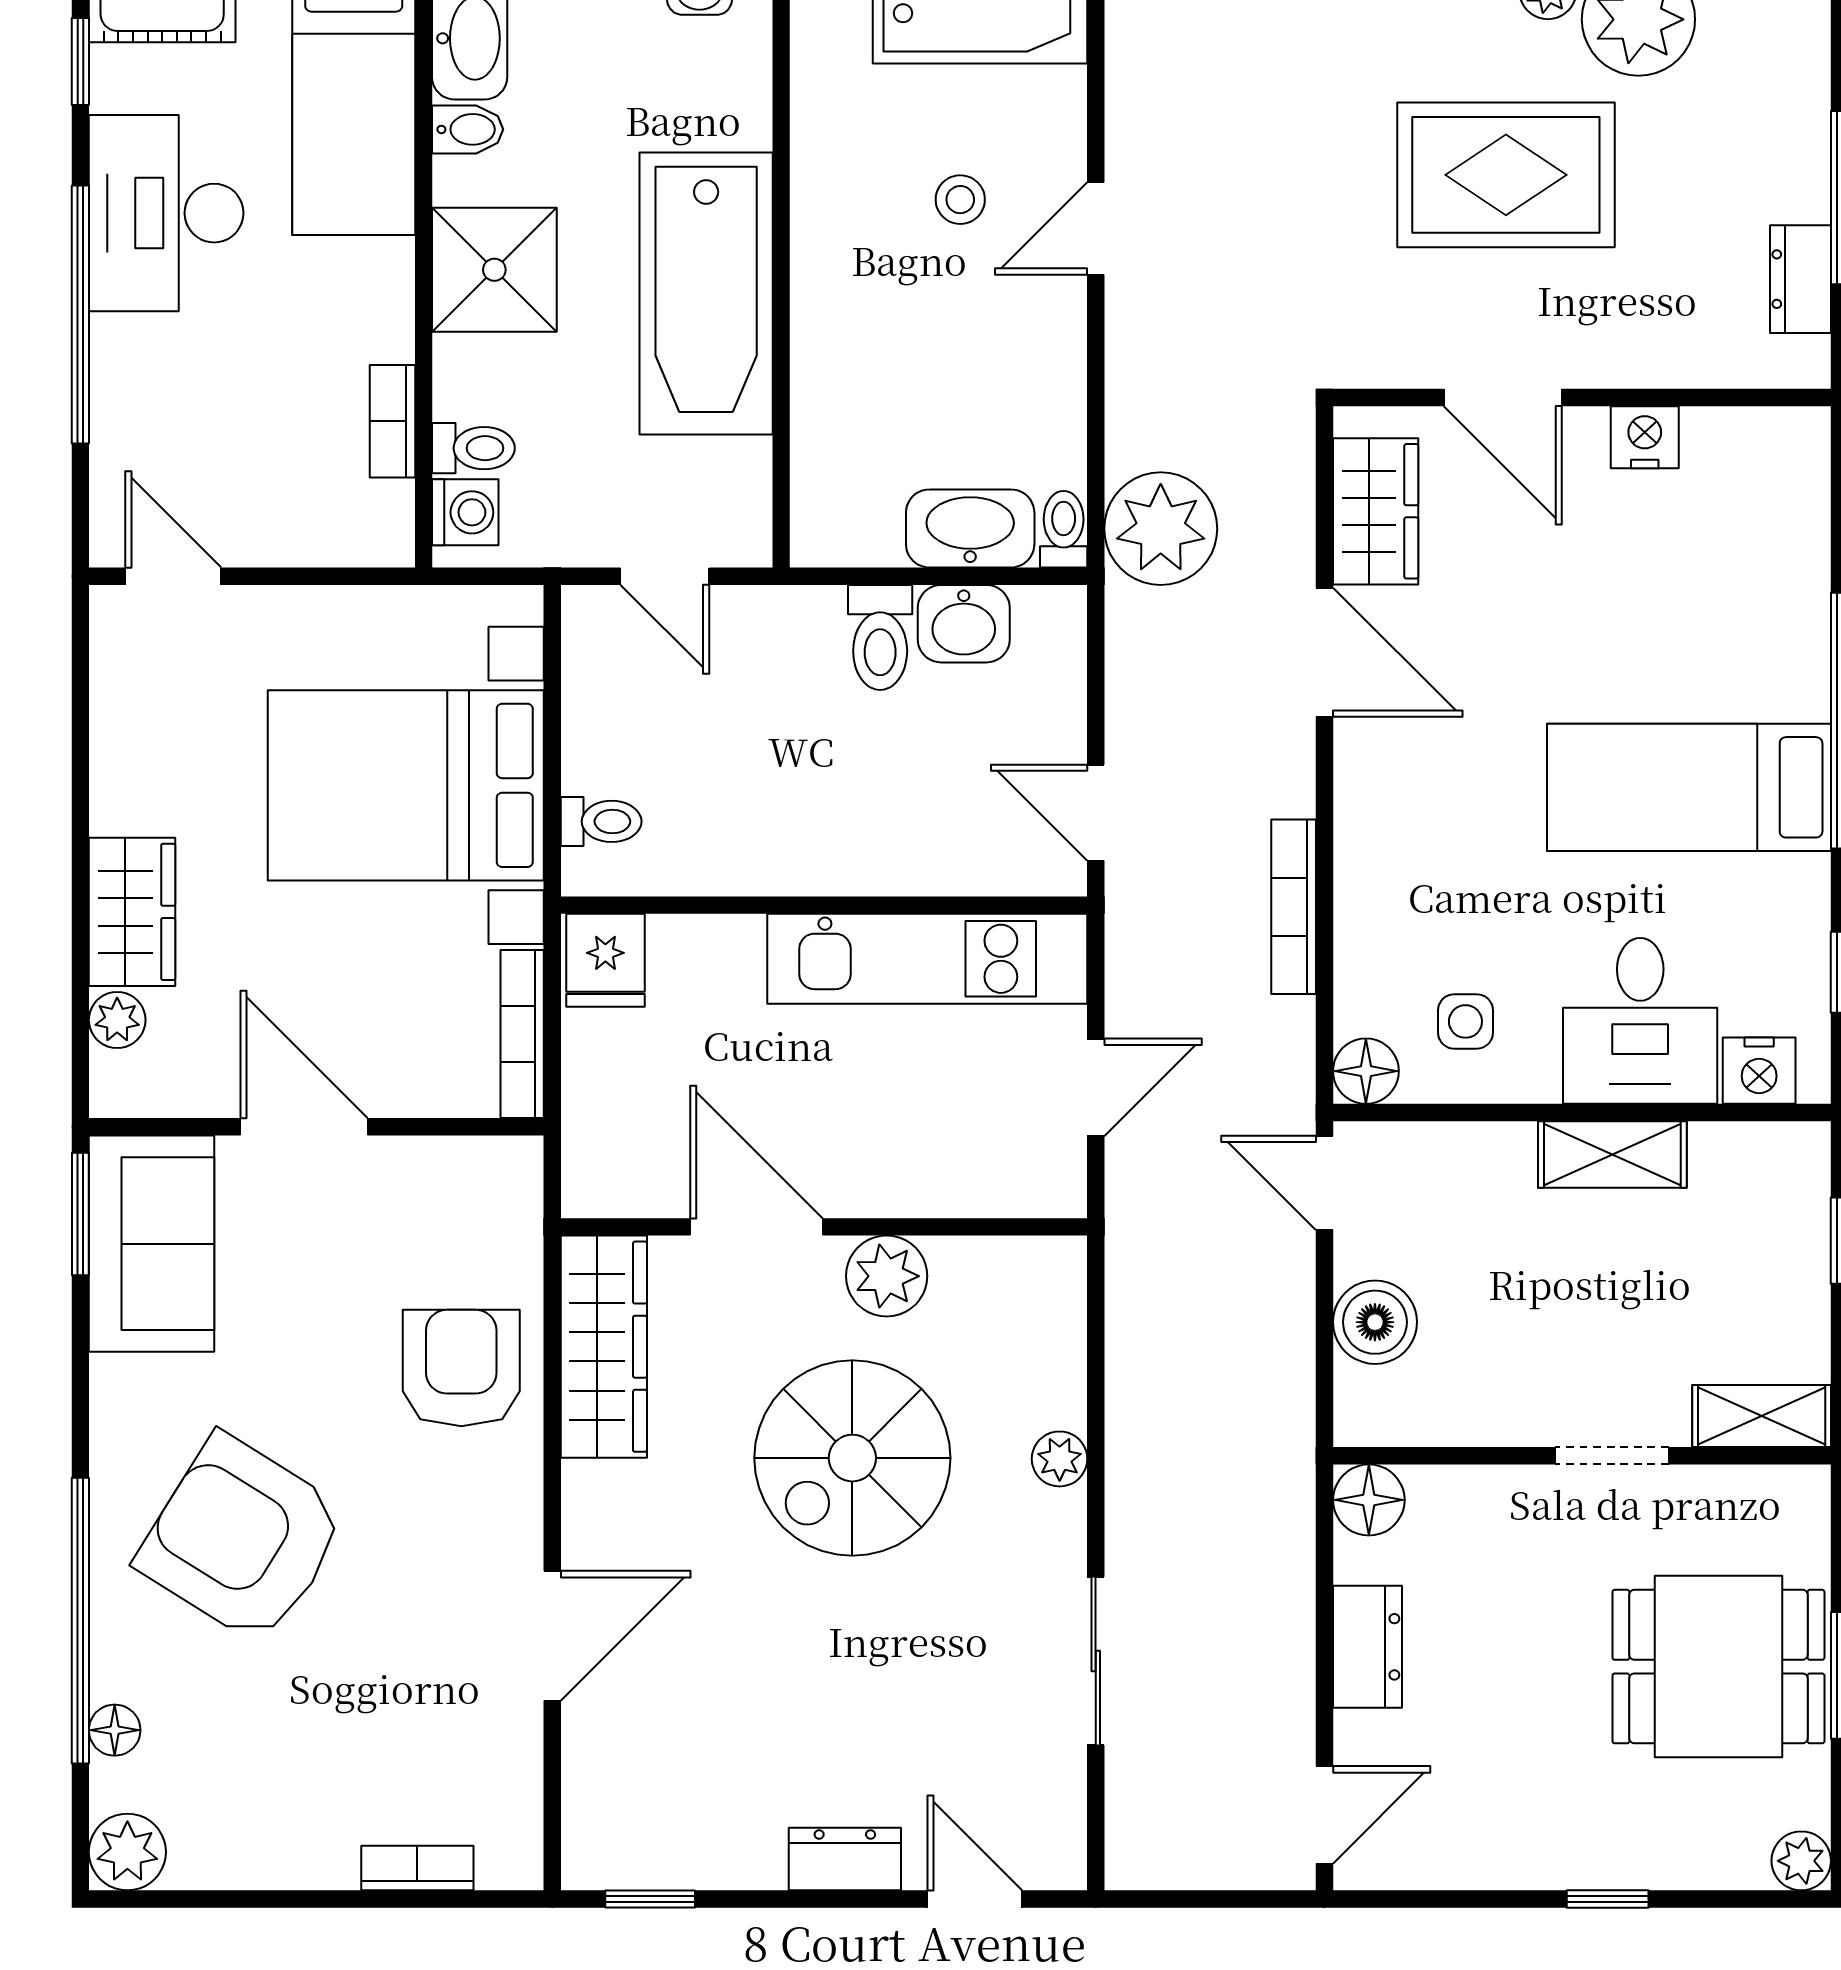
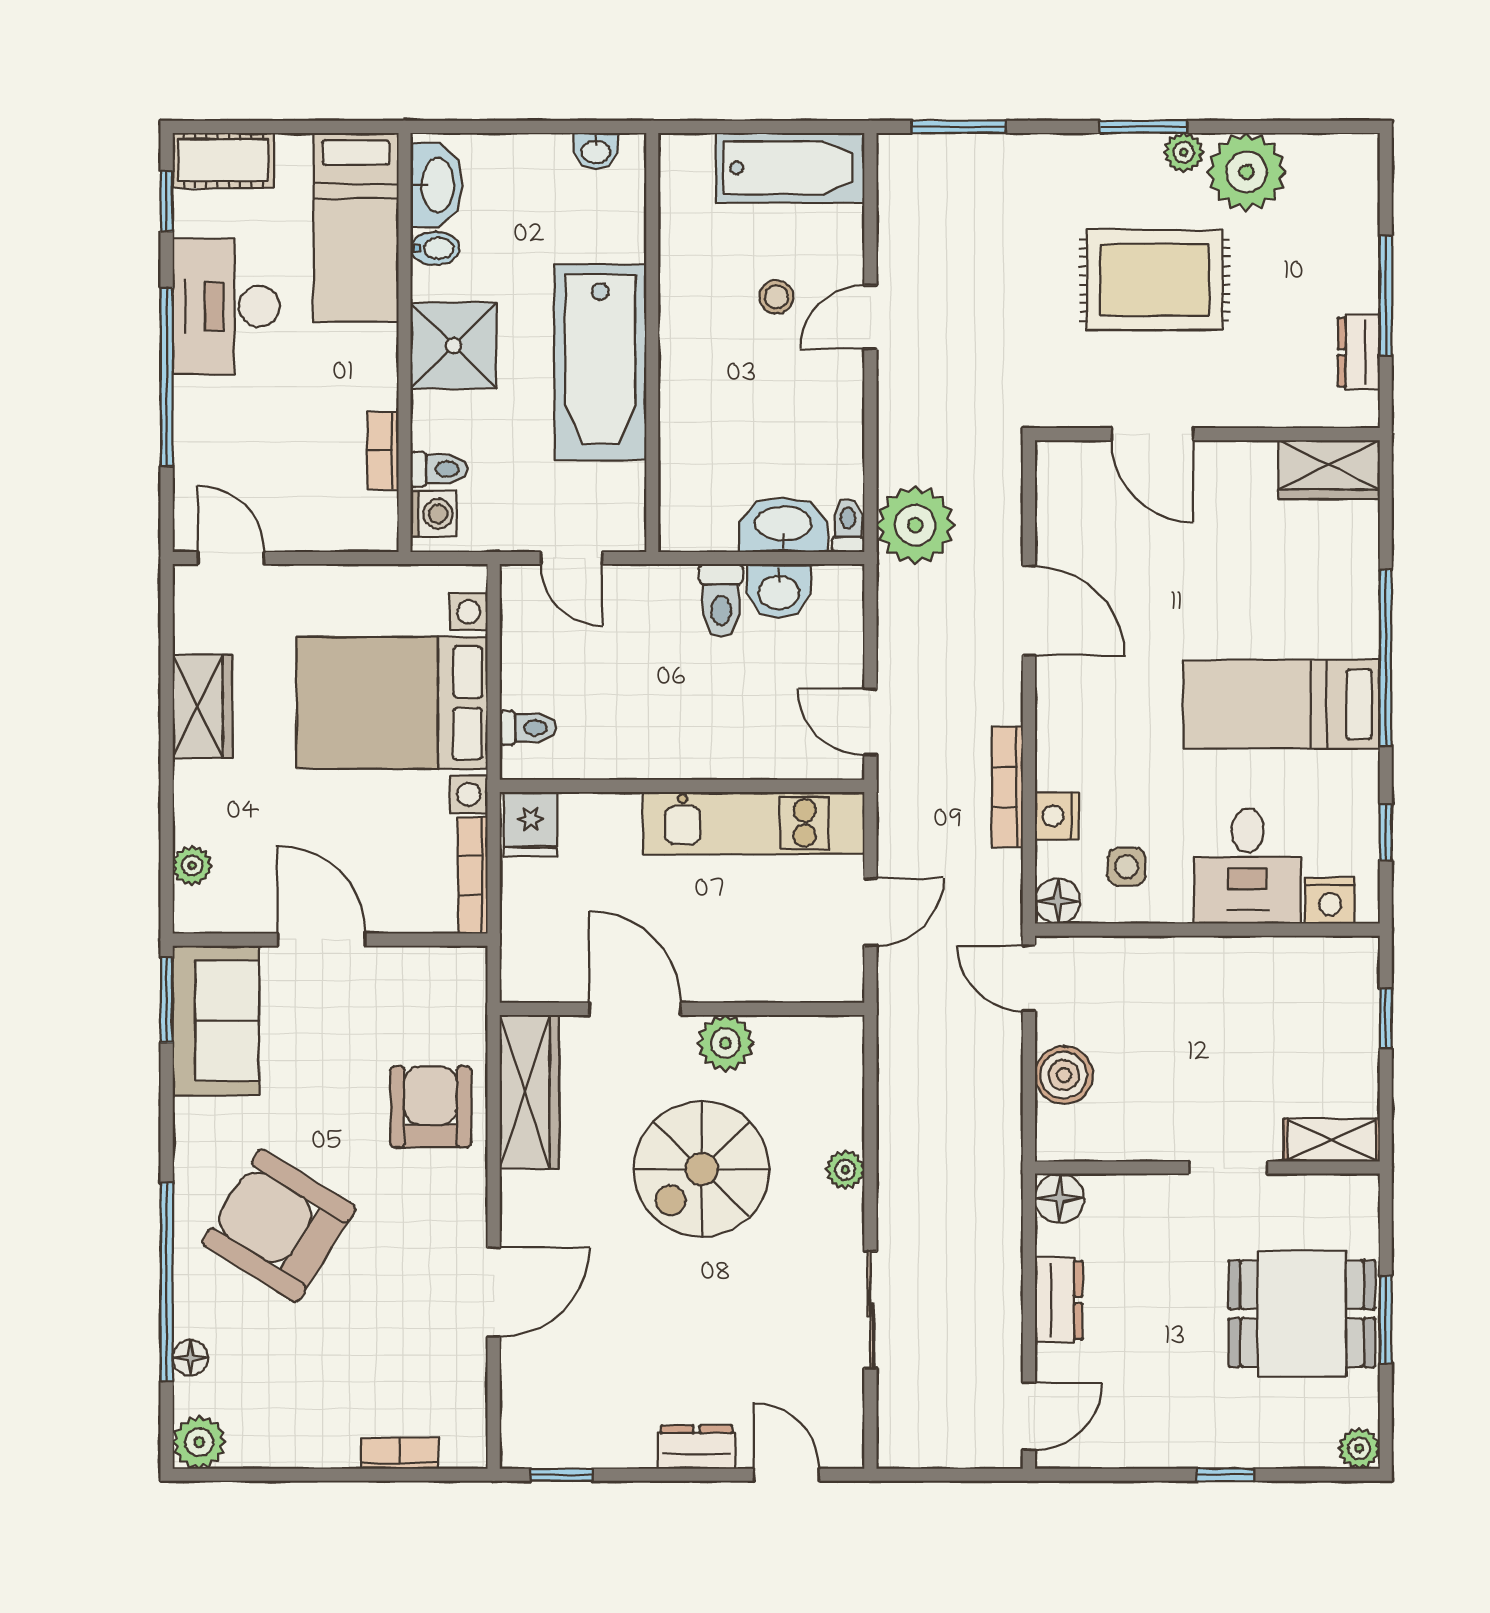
nightstand: (1645, 437) -> (1056, 816), moved, turned -90
wardrobe: (1376, 511) -> (1329, 469), moved, turned 90
wardrobe: (132, 912) -> (202, 706), moved
shelving: (1612, 1155) -> (1228, 959), removed

